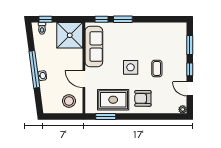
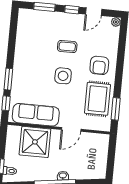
shower: (70, 35) -> (35, 142), moved
stool: (69, 101) -> (94, 149), removed

